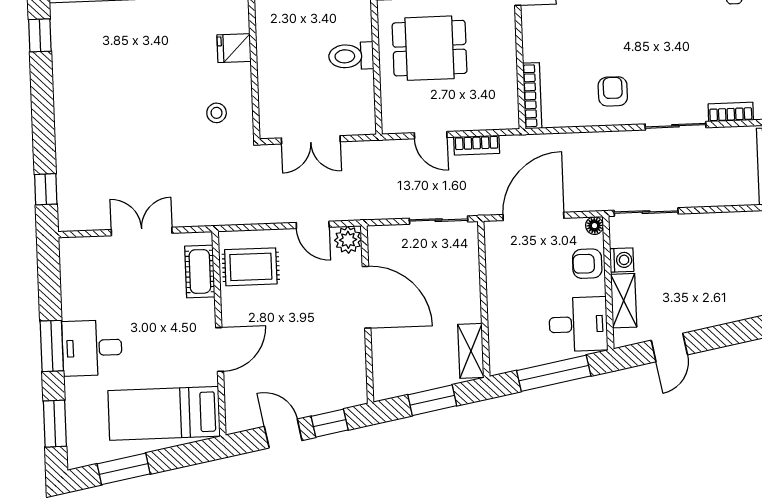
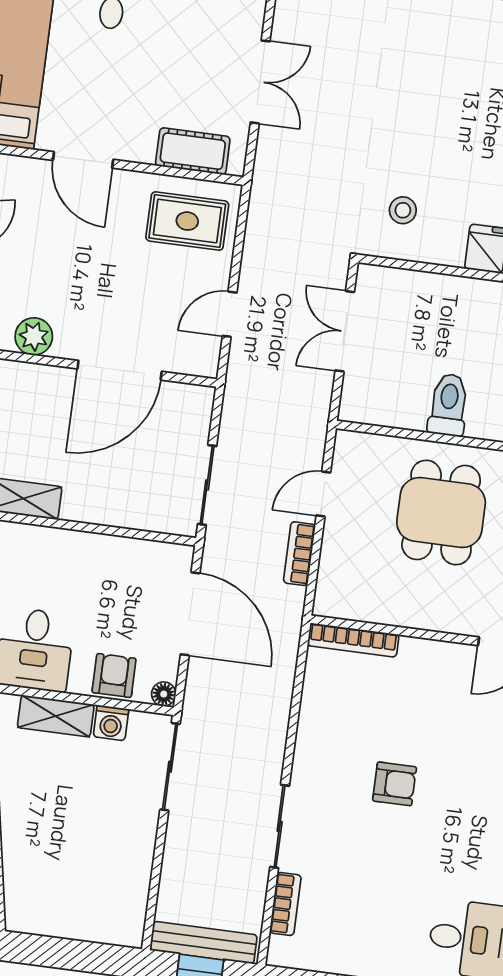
armchair: (613, 91) -> (395, 784), moved
plant: (348, 240) -> (34, 336), moved
rug: (251, 267) -> (187, 221), turned 90

